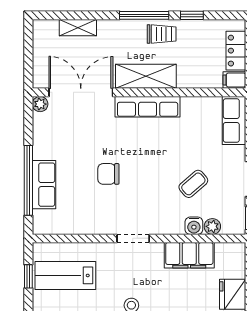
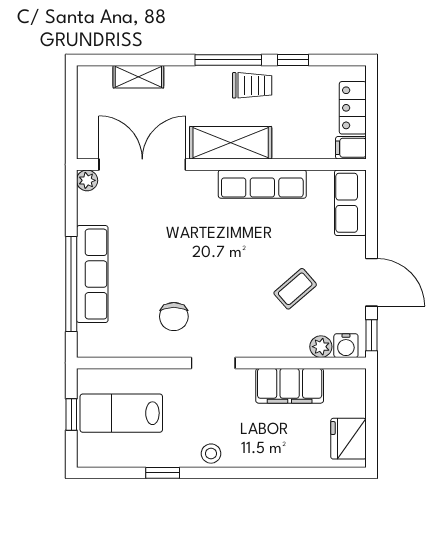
row of seats: (148, 107) -> (262, 184), moved
chair: (108, 174) -> (174, 317), moved, turned -90
row of seats: (44, 185) -> (92, 274), width x1.48
water cooler: (194, 226) -> (346, 346), moved

